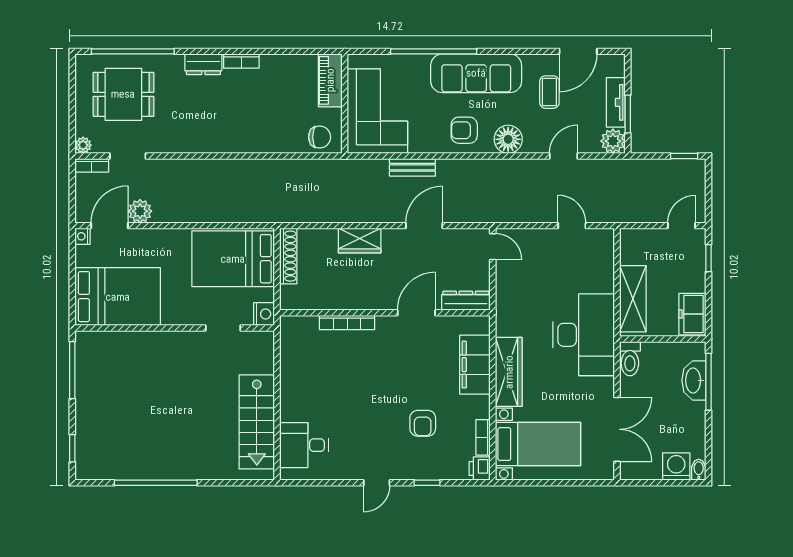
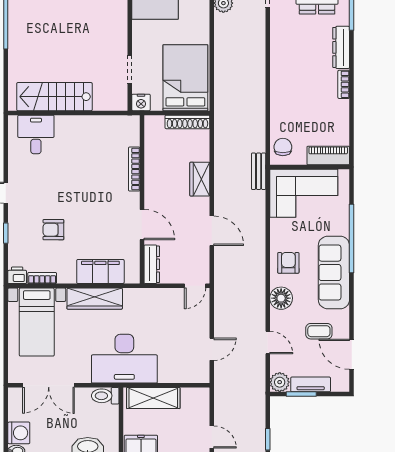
dresser: (203, 64) -> (341, 47), width x1.44
chair: (320, 137) -> (283, 147), turned 180
bench: (412, 167) -> (259, 171), moved

